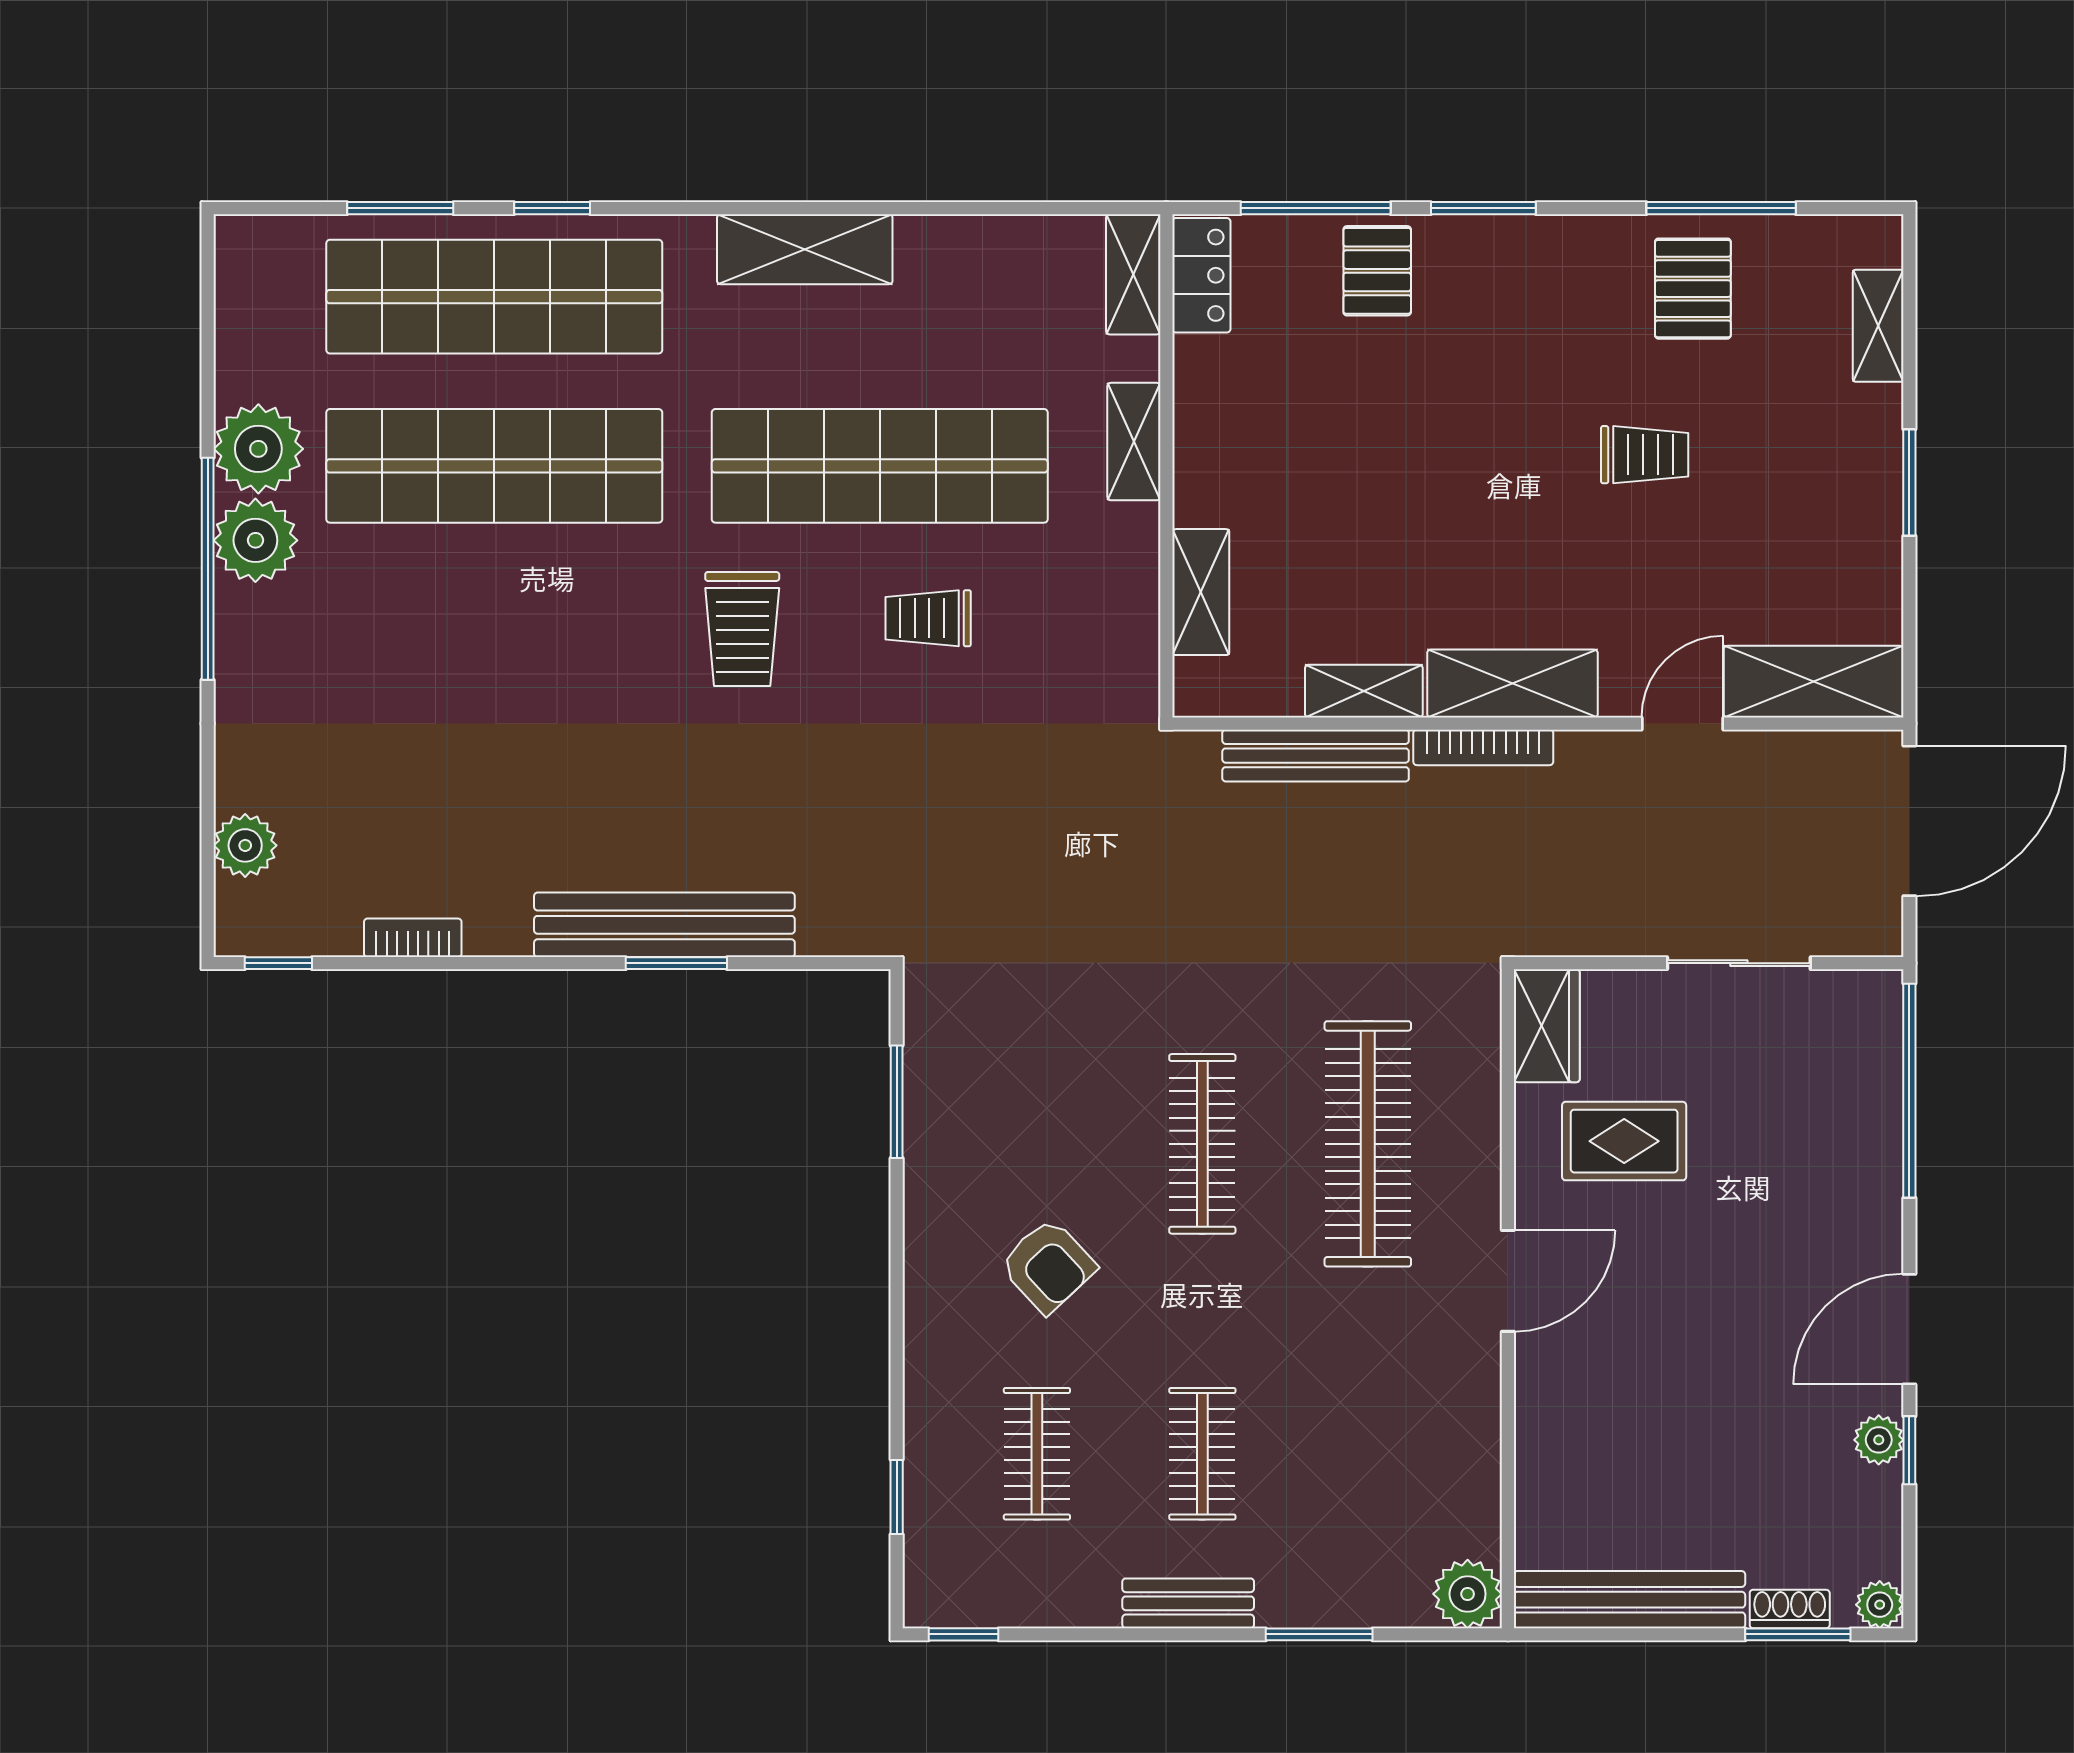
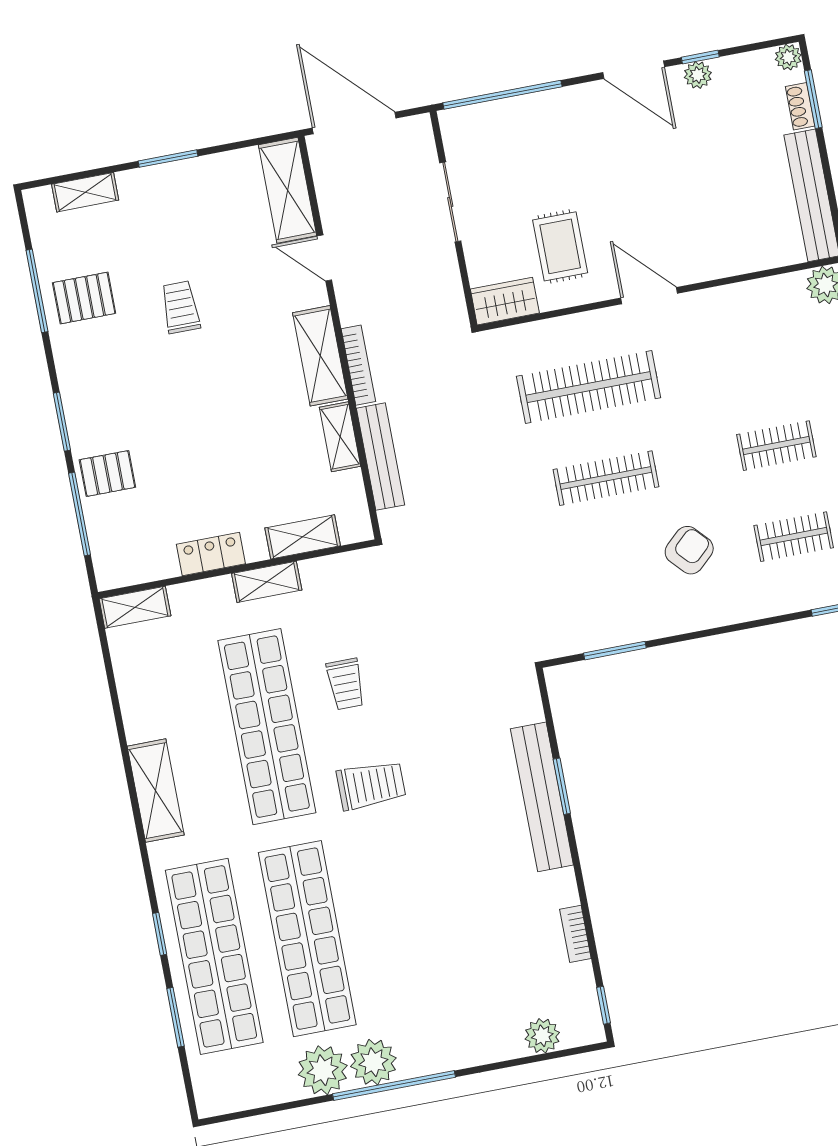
locker: (1201, 275) -> (211, 554), moved
shelving: (1134, 442) -> (267, 582), moved

